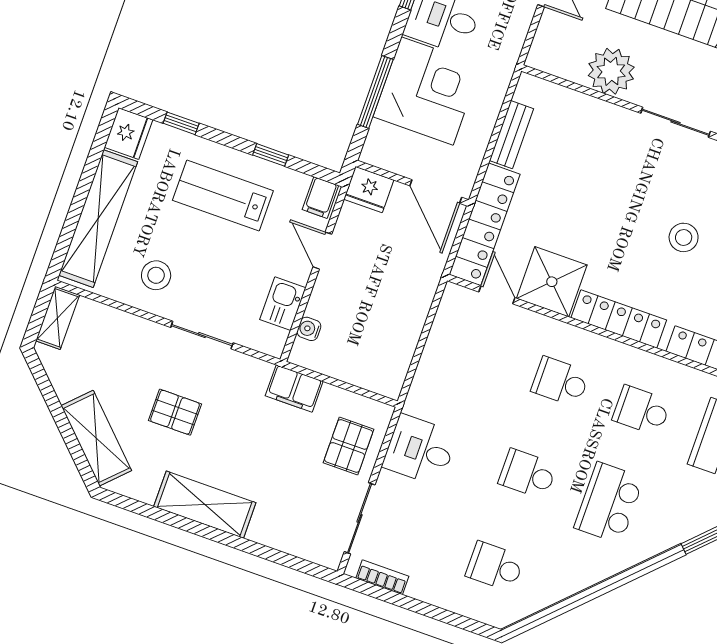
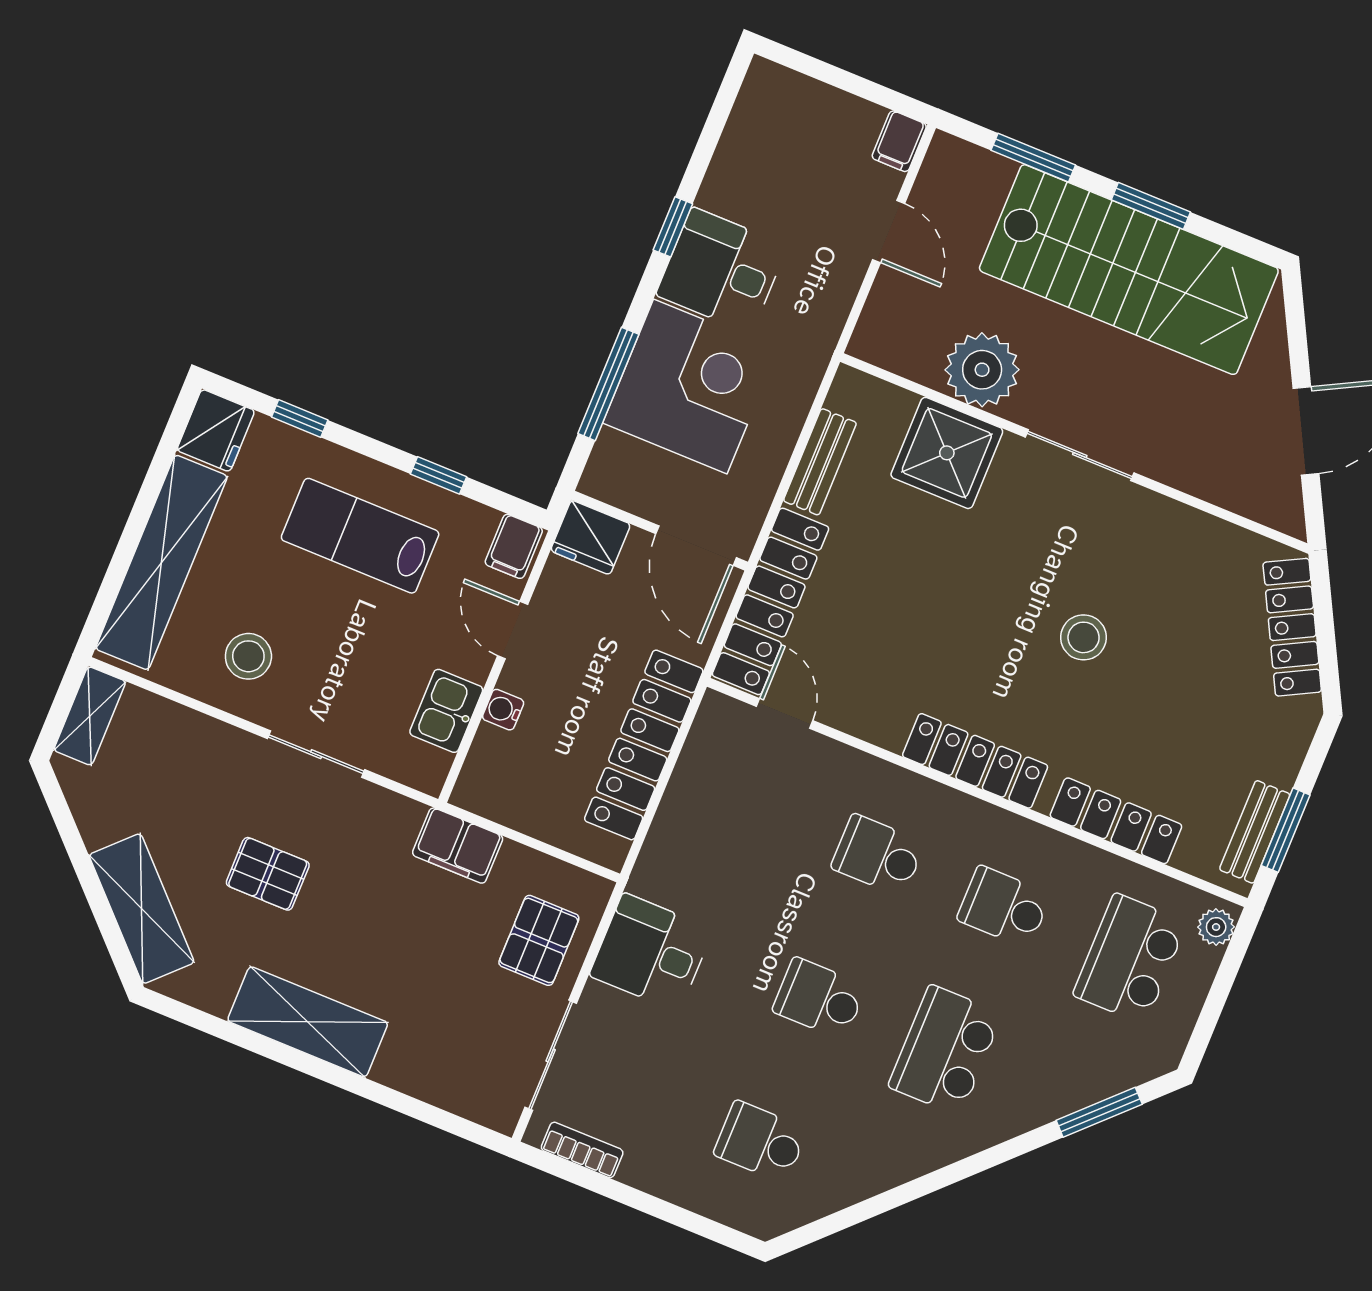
shower: (552, 282) -> (947, 453), moved
locker: (409, 319) -> (644, 745), added
water cooler: (309, 329) -> (503, 710), moved

